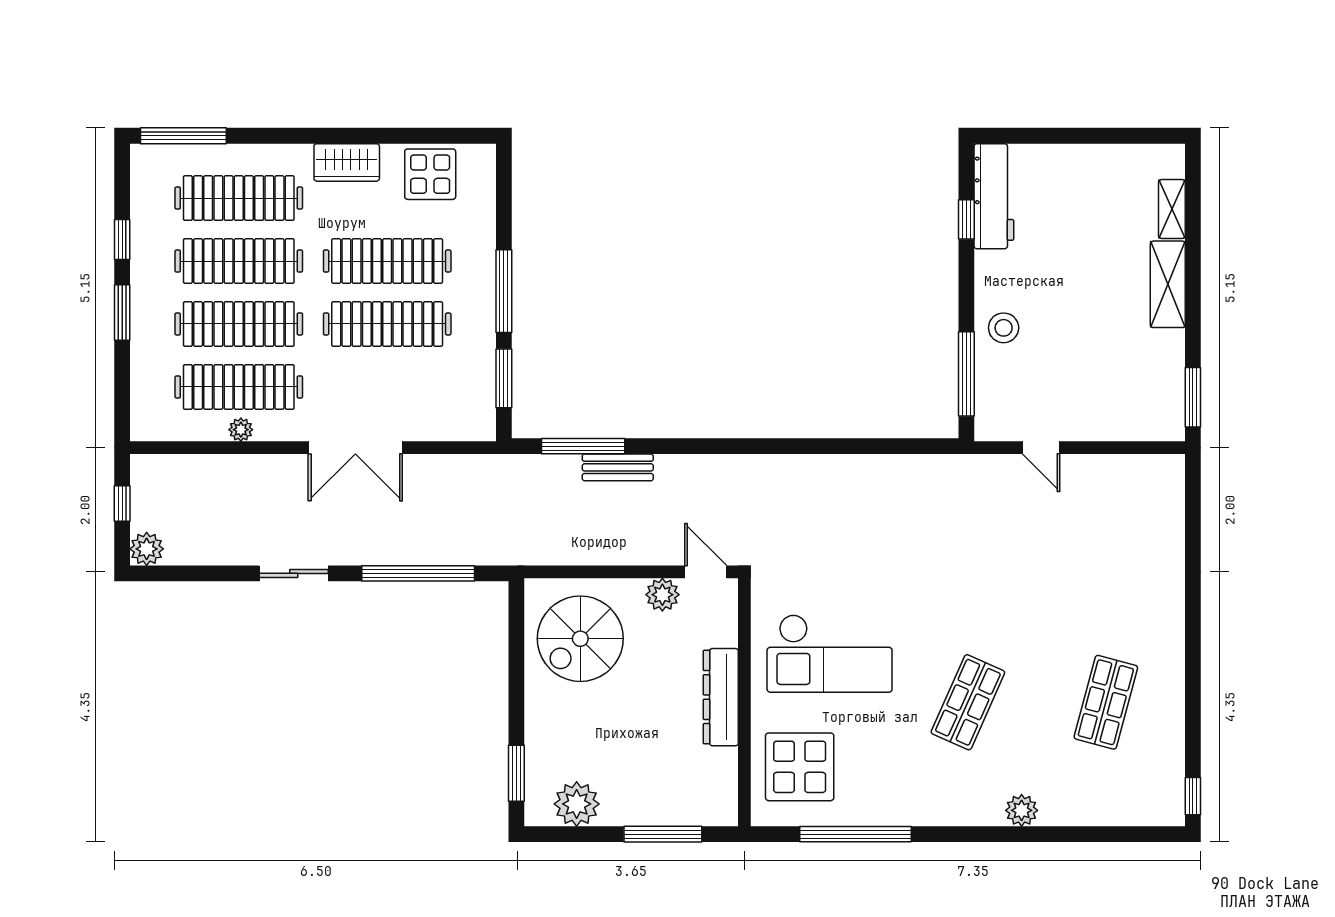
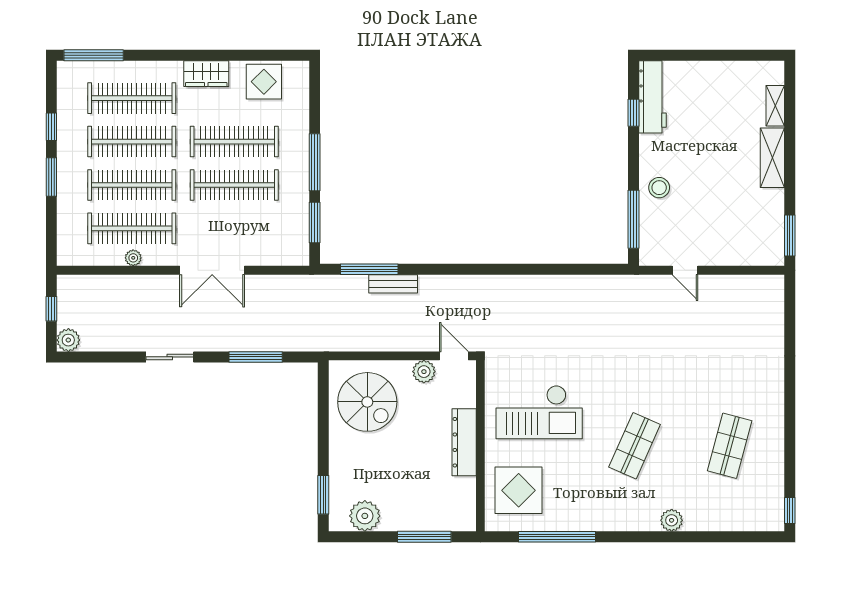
window: (418, 573) -> (256, 357), width x0.68
spiral stairs: (580, 639) -> (367, 402), turned -90

